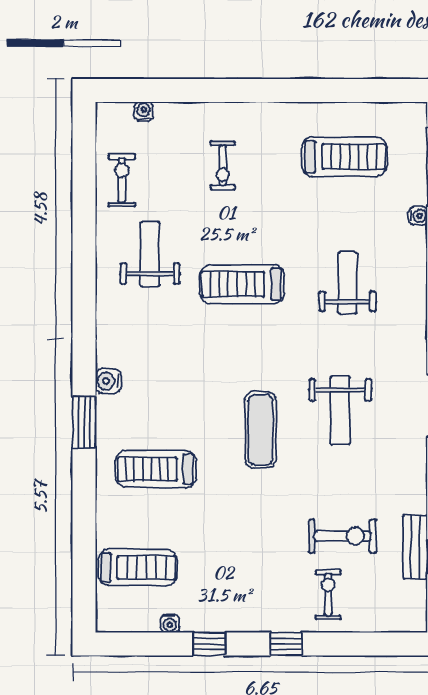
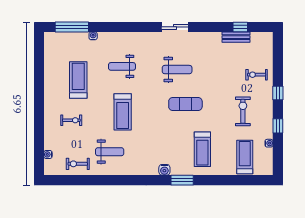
treadmill: (344, 157) -> (78, 80), moved
weight bench: (150, 254) -> (110, 152), turned 180
exercise bike: (343, 536) -> (243, 111), moved

